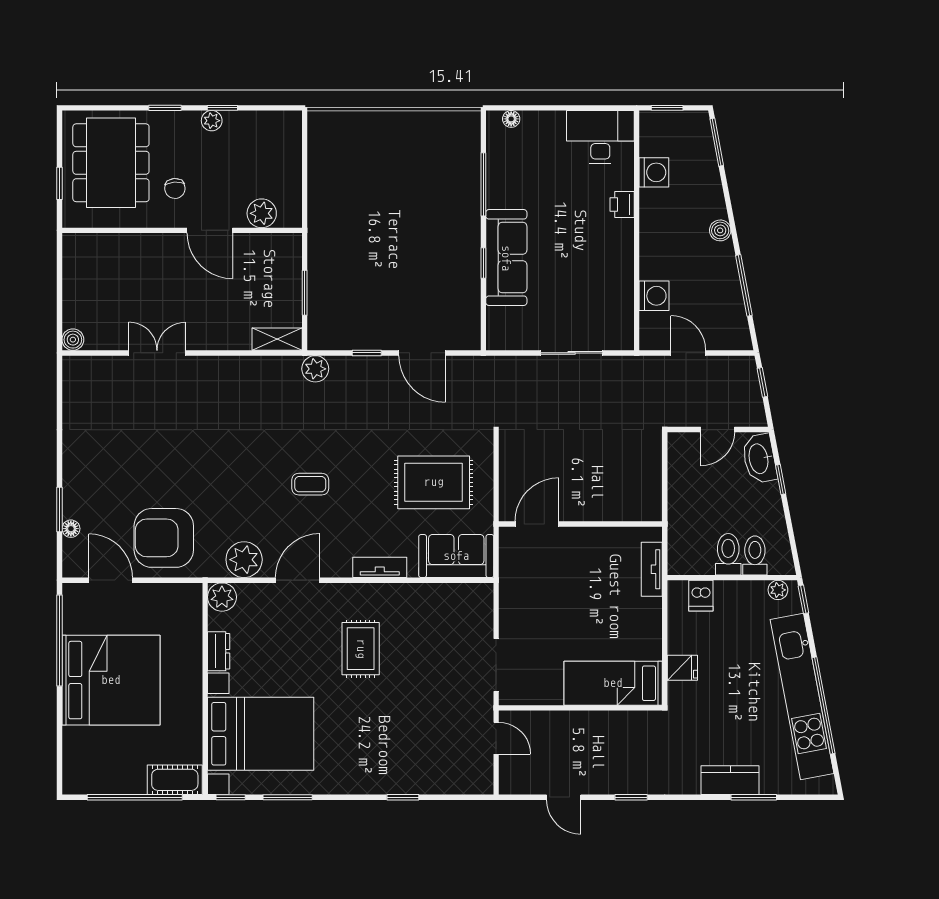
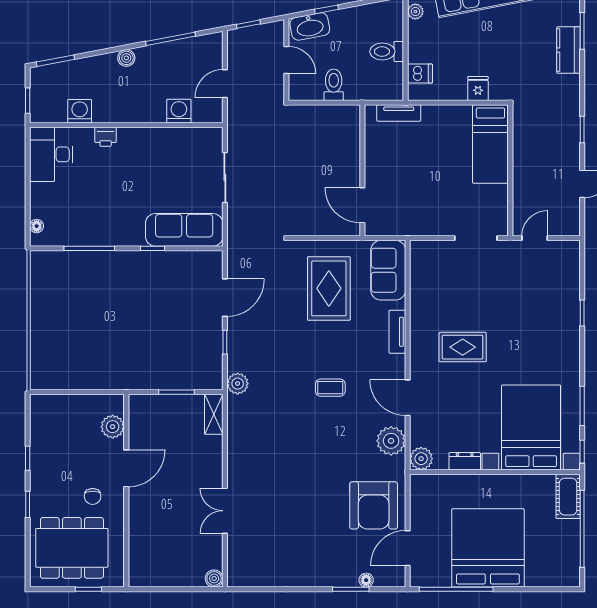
plant: (212, 121) -> (38, 467), removed
chair: (175, 188) -> (93, 496), turned 94
sofa: (506, 258) -> (184, 230), moved
coffee table: (310, 484) -> (330, 388), turned 90
toilet: (755, 555) -> (334, 85), moved, turned 90

